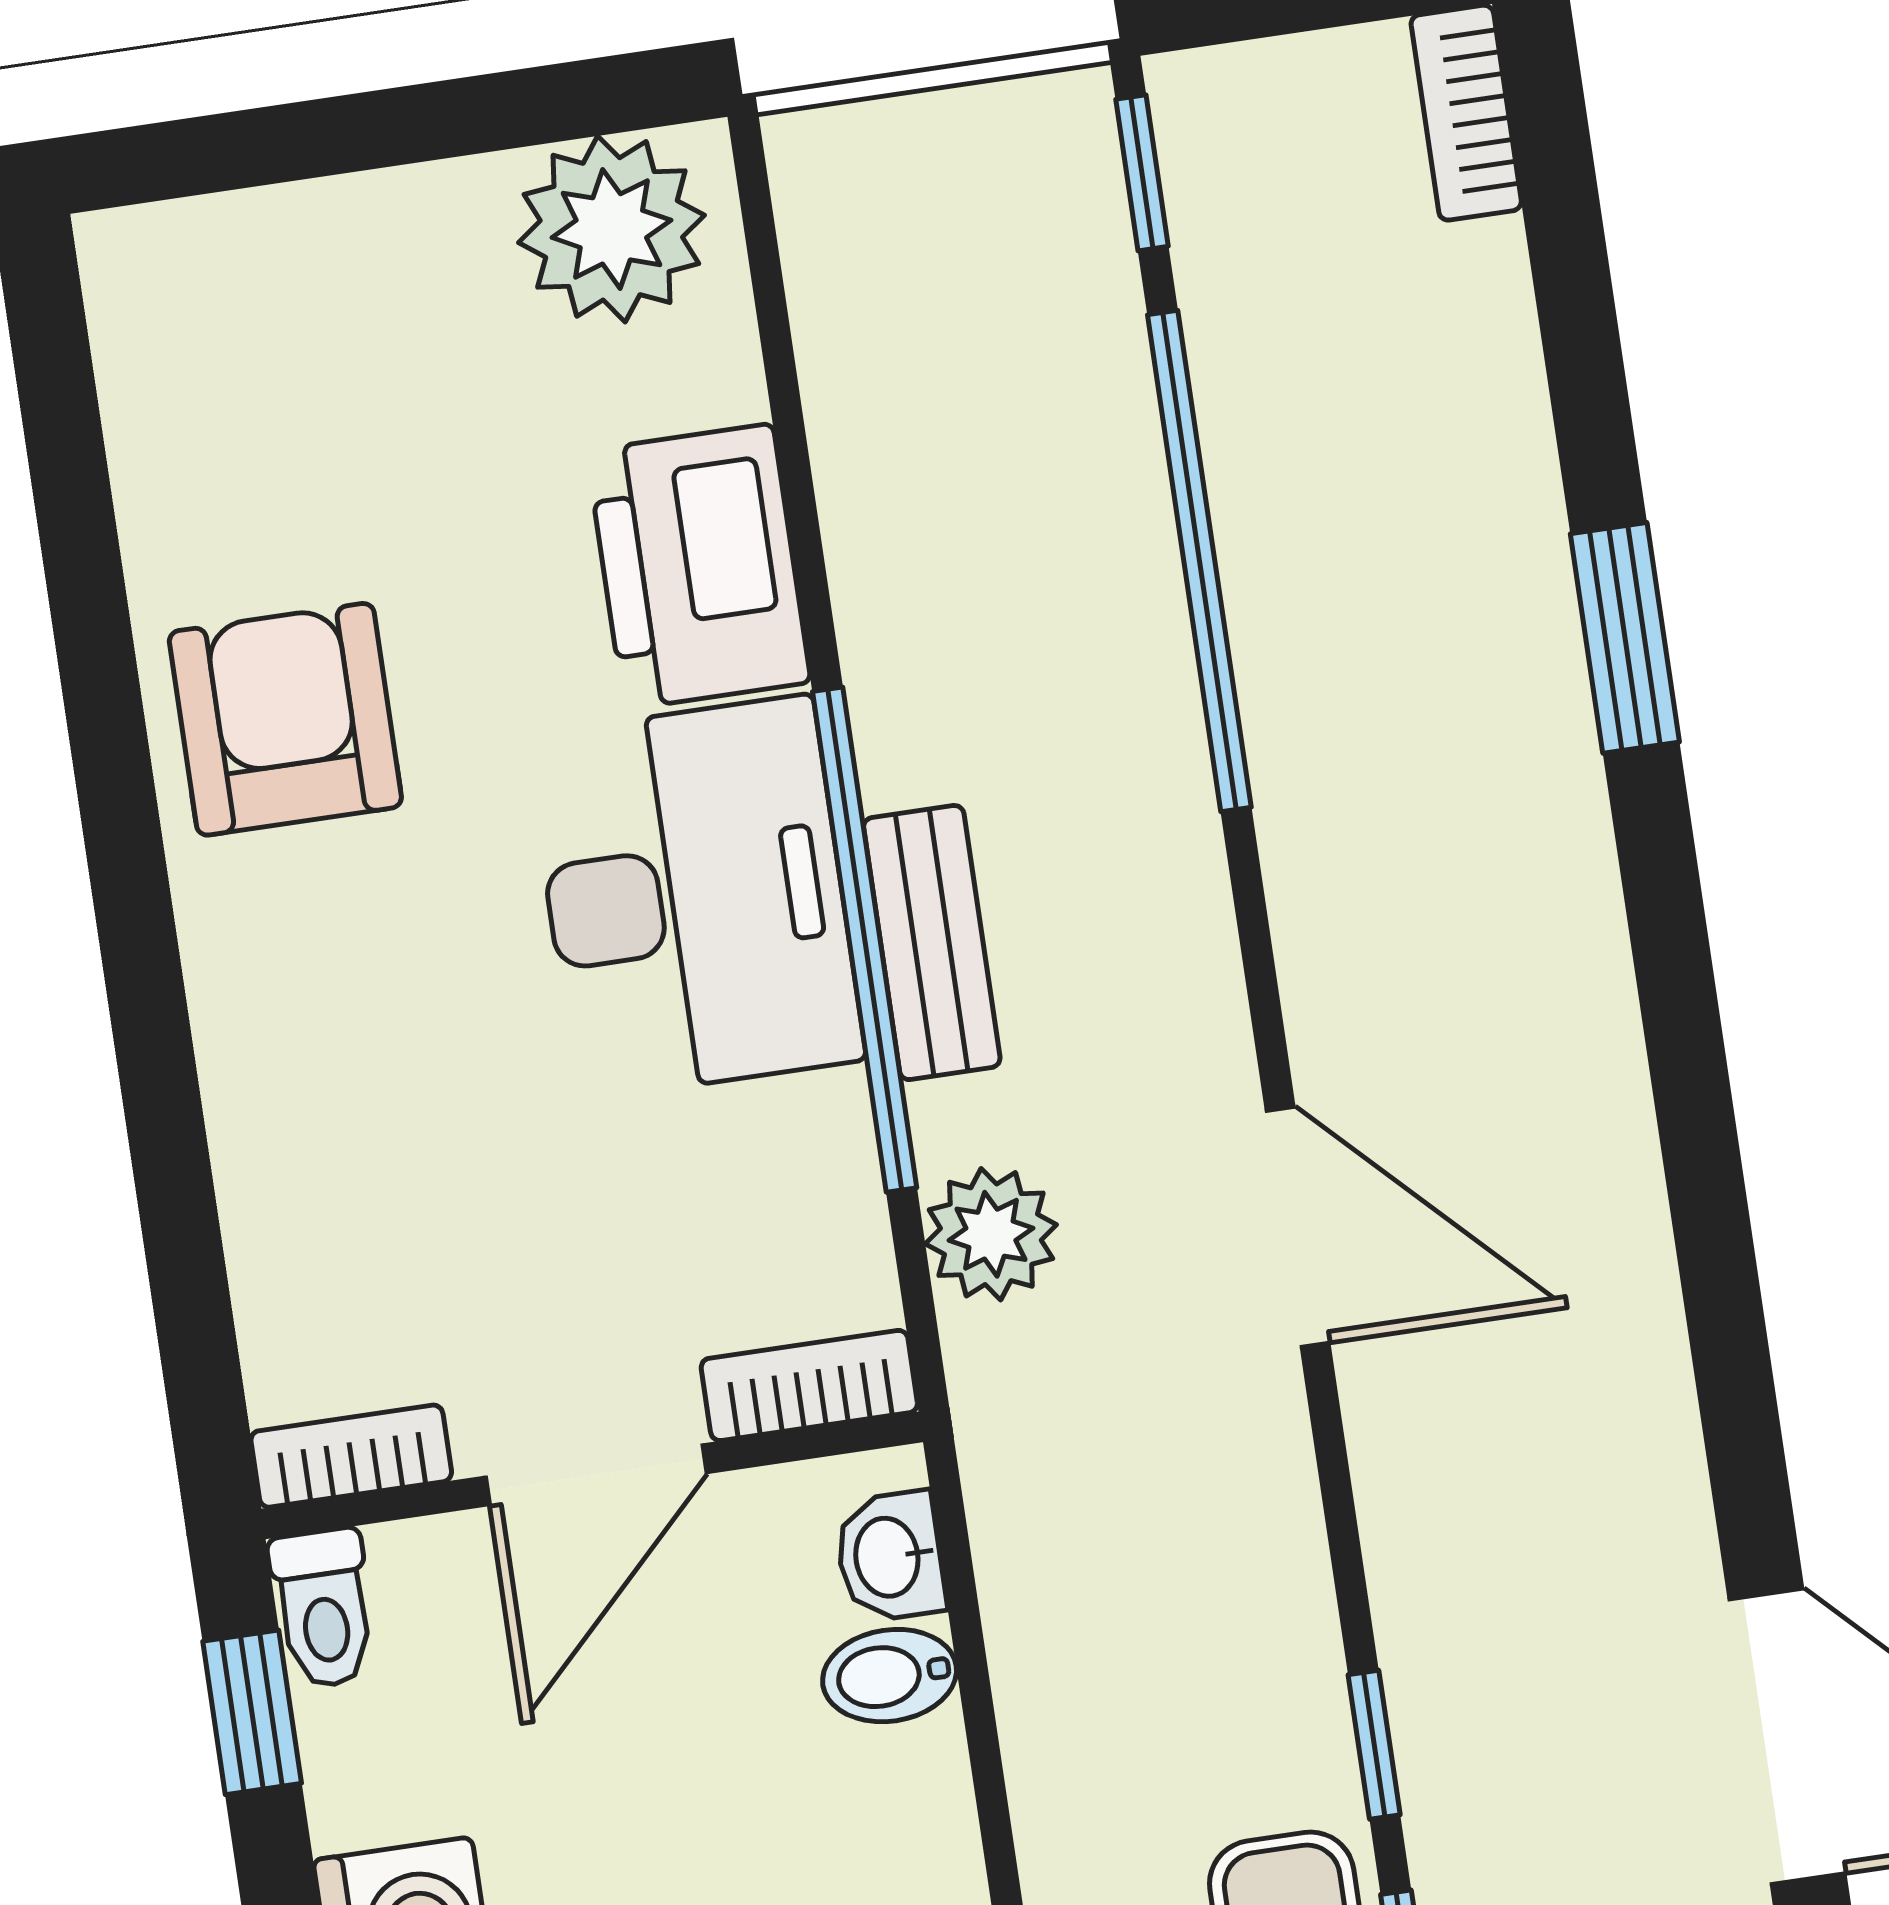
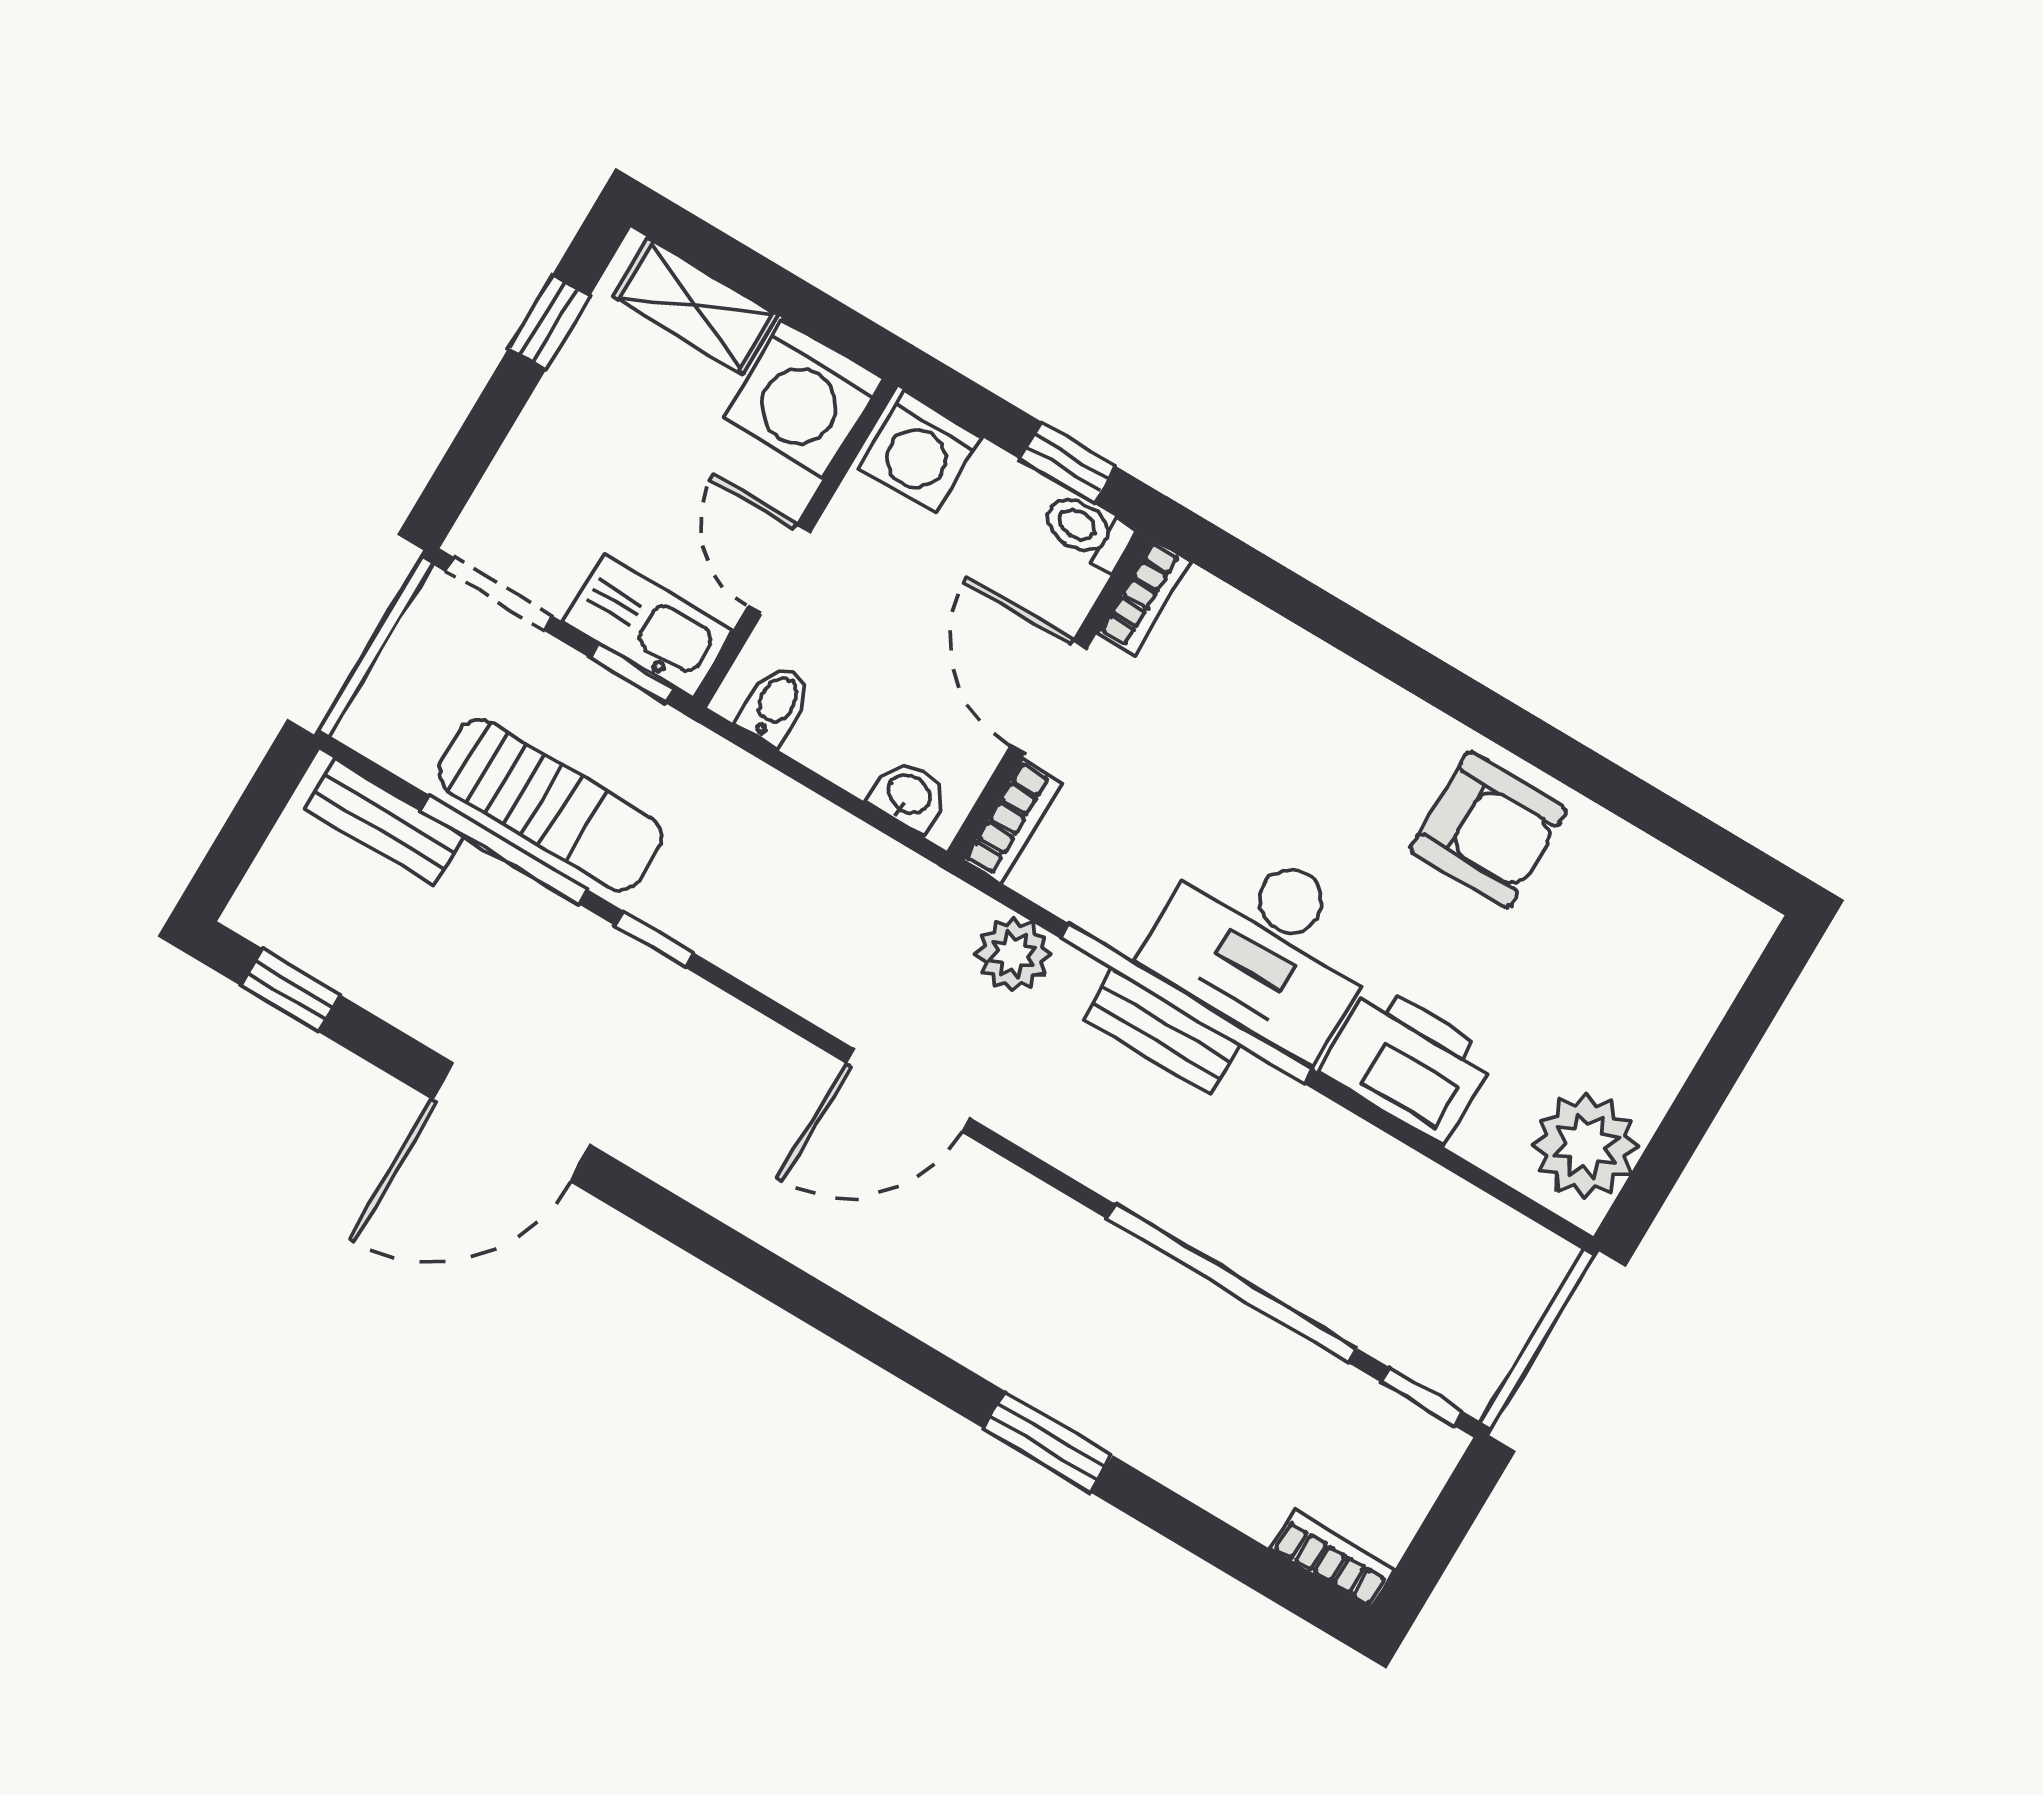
bidet: (890, 1676) -> (775, 704), moved

